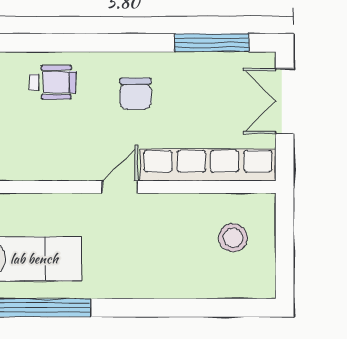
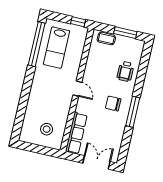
window: (212, 43) -> (133, 112), moved
row of seats: (208, 165) -> (76, 133), width x0.73

